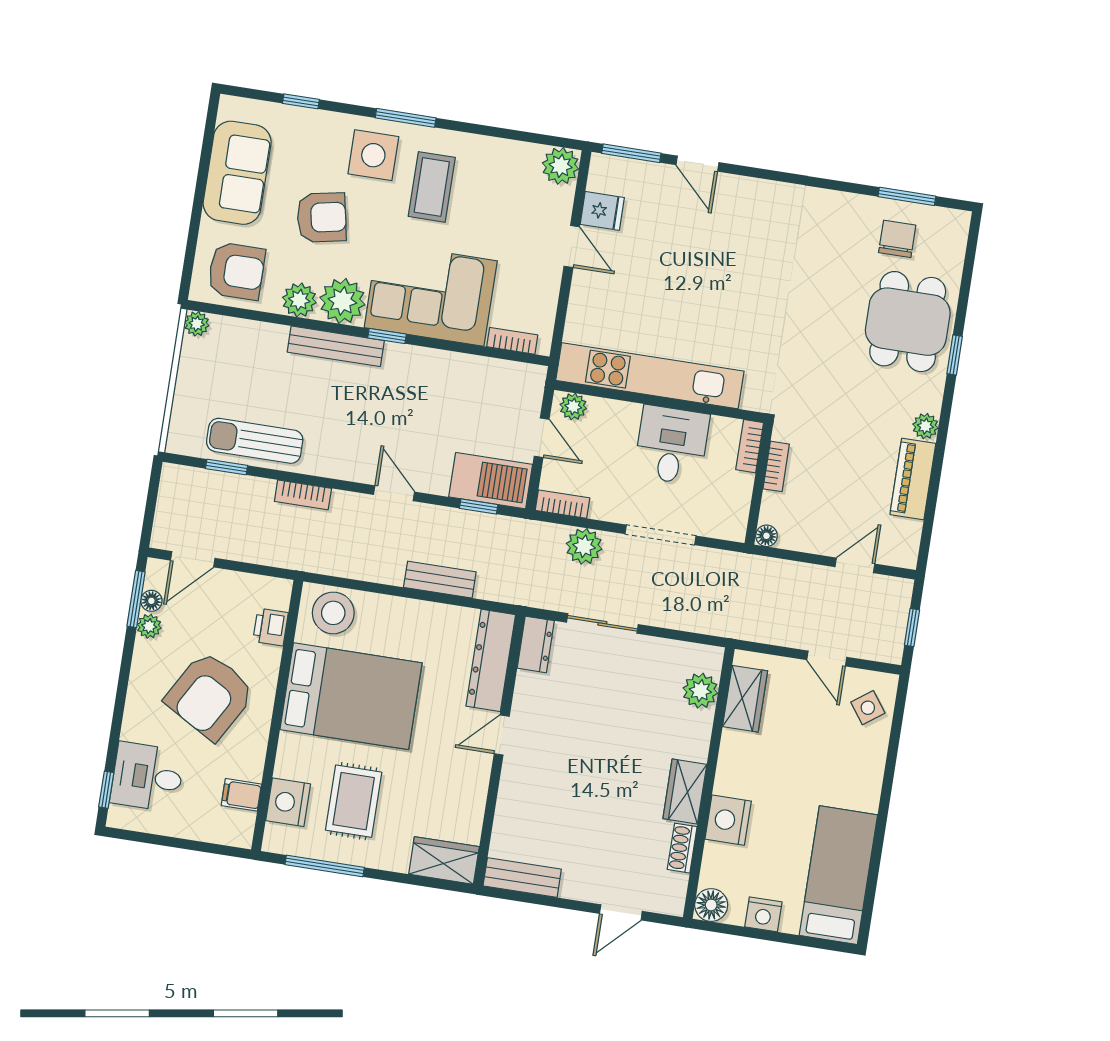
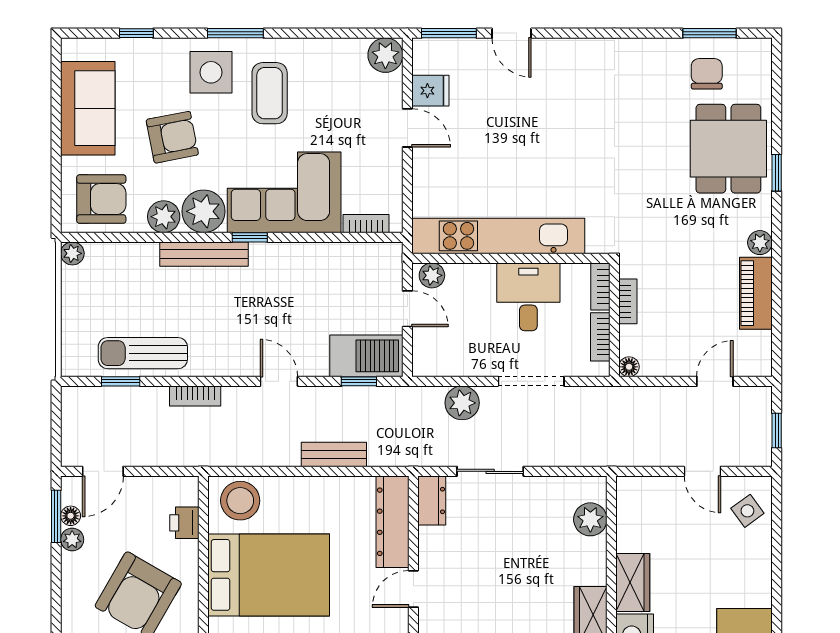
bookcase: (563, 504) -> (600, 337), moved, turned -90
wardrobe: (745, 699) -> (633, 582), moved

